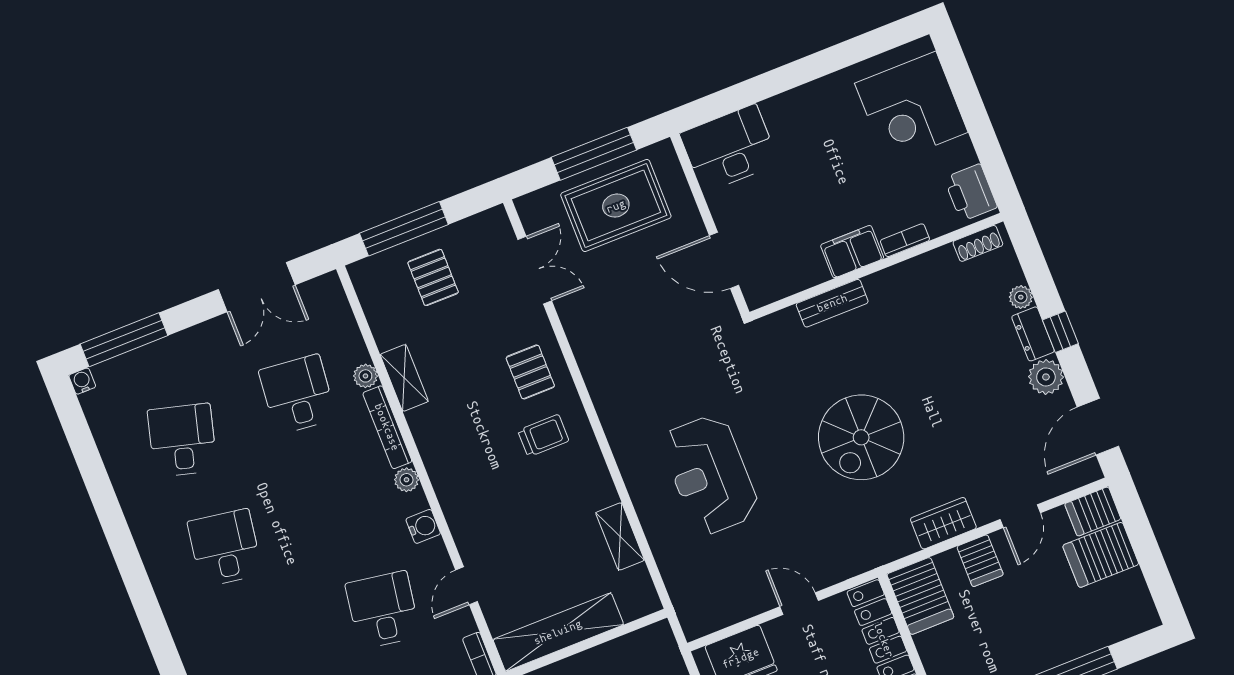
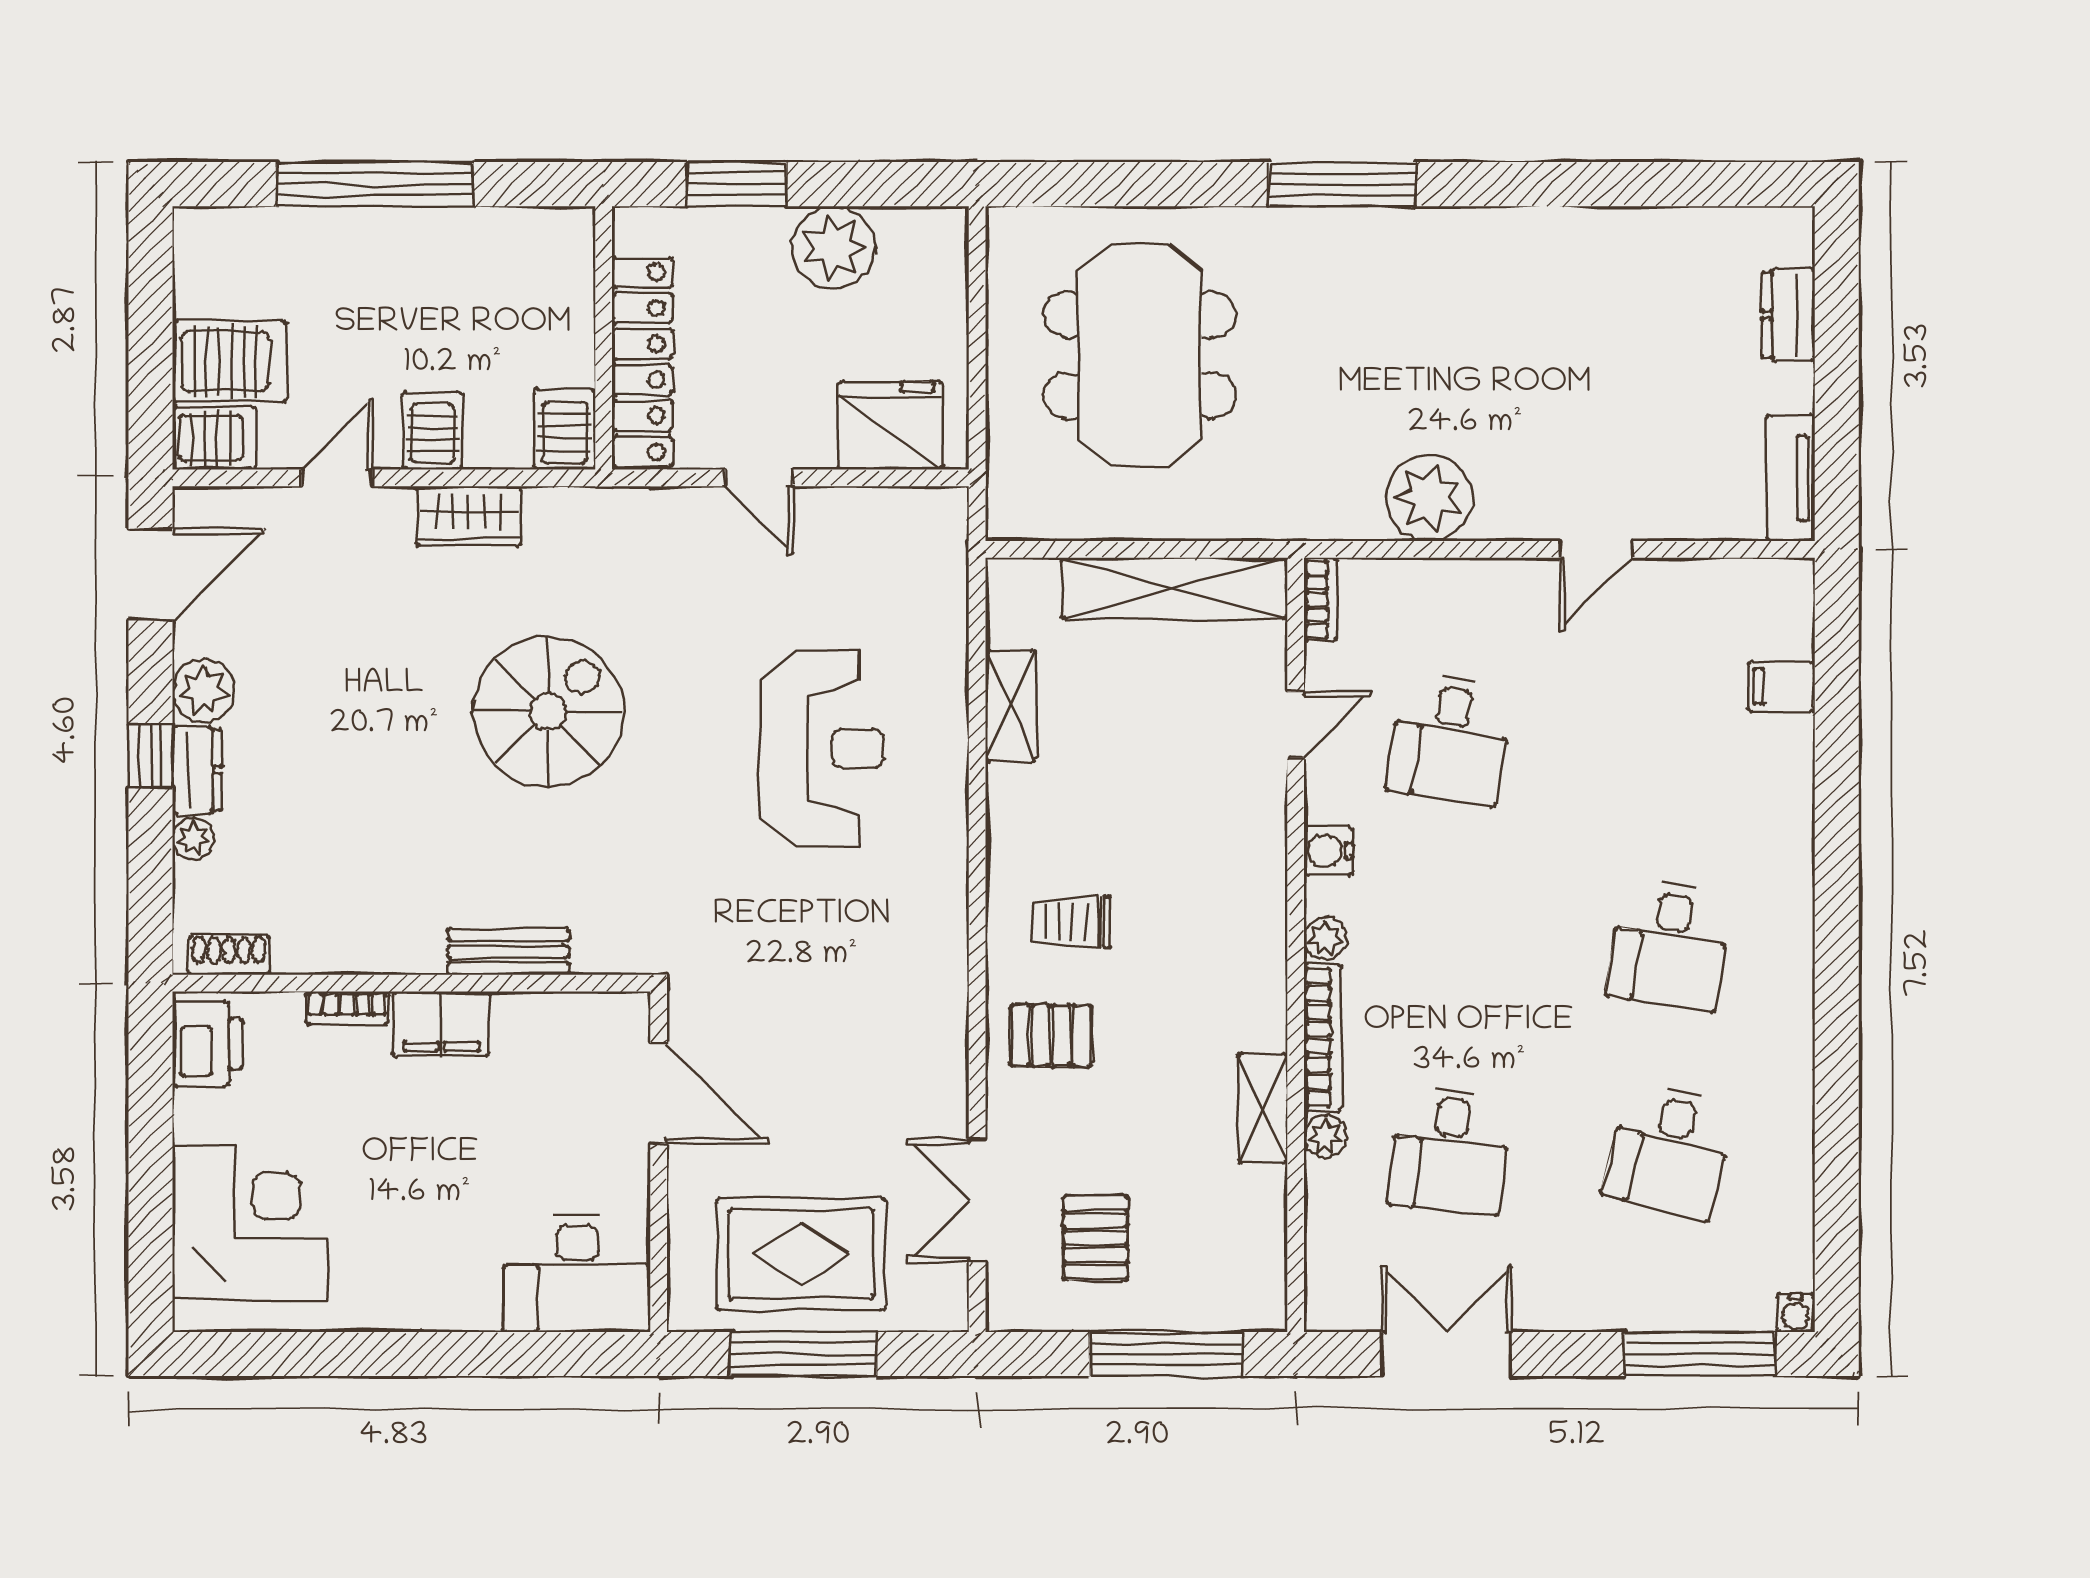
pallet: (433, 277) -> (1096, 1238), moved
pallet: (530, 372) -> (1051, 1036), turned 90
server rack: (920, 596) -> (565, 429), width x0.73, depth x0.70

